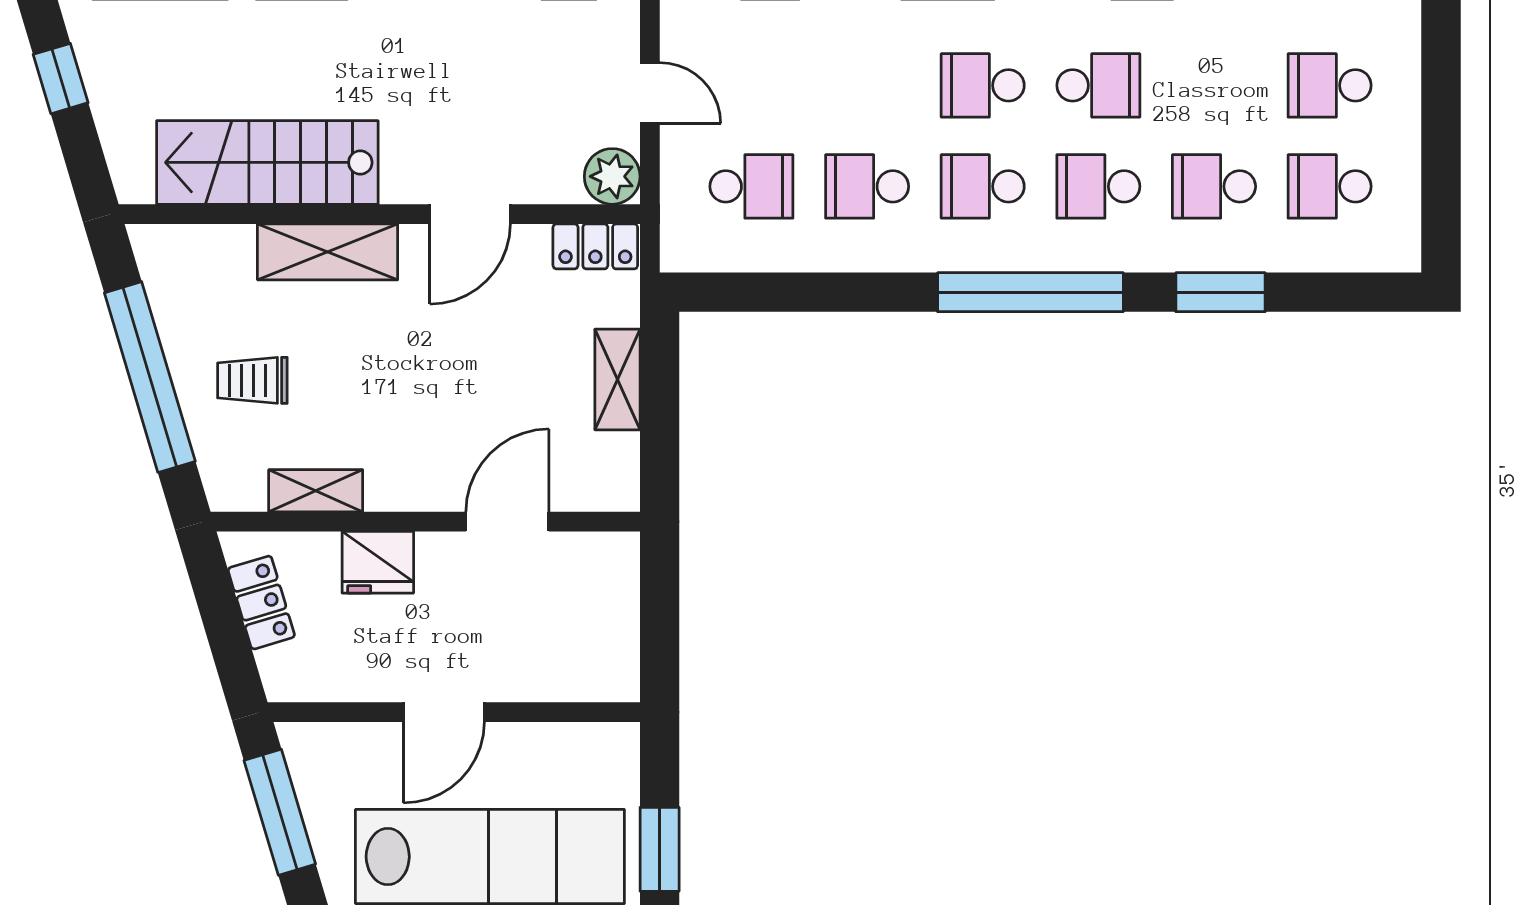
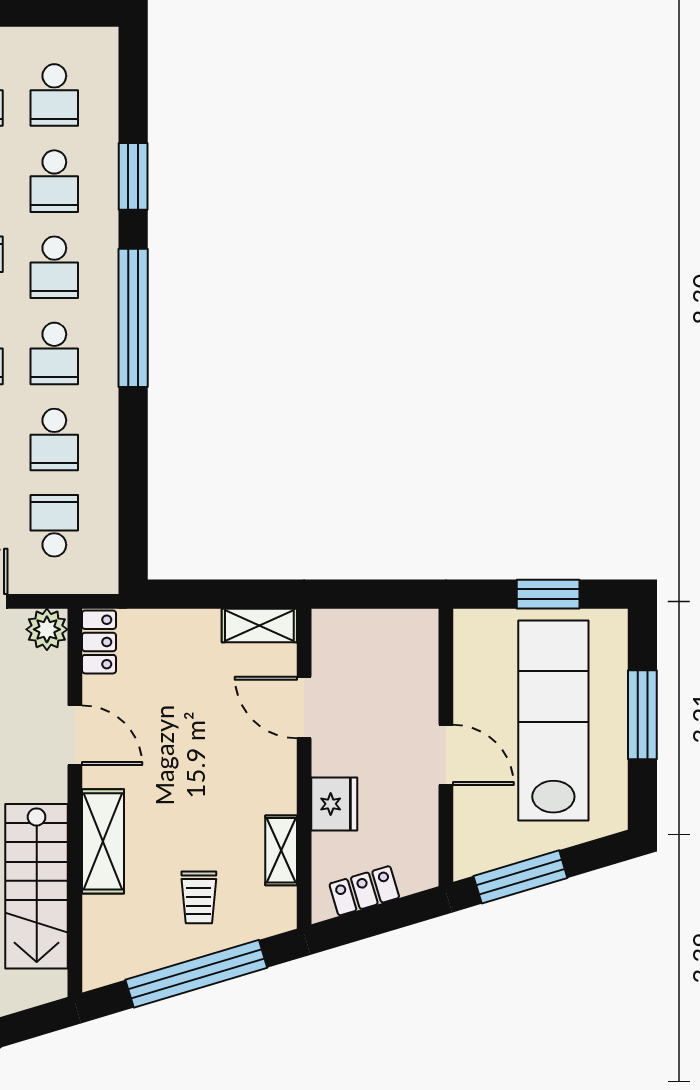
shelving: (617, 380) -> (259, 626), moved

